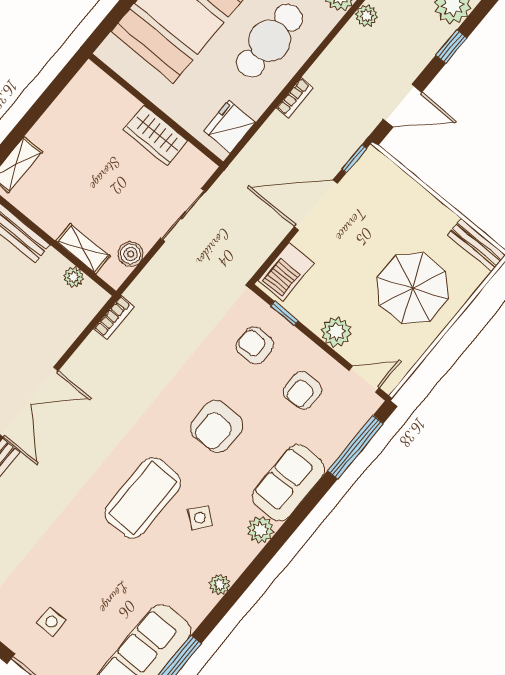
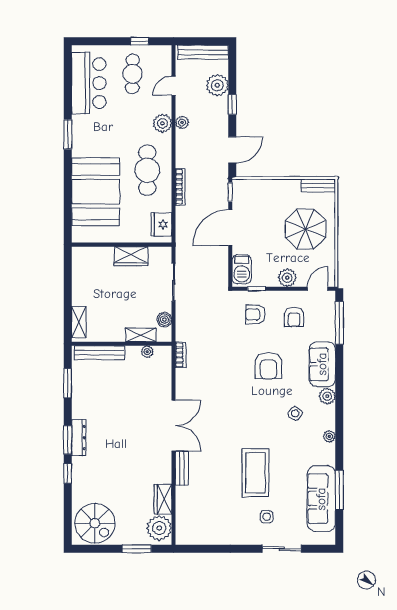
bookcase: (295, 98) -> (180, 187), width x1.56
coffee table: (143, 498) -> (256, 473), moved

